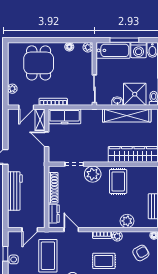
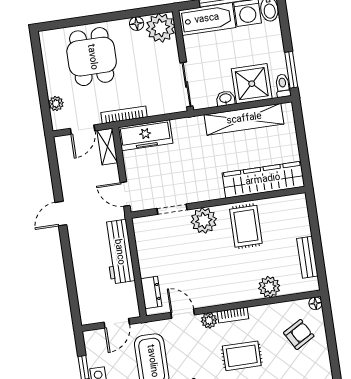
plant: (88, 47) -> (161, 28), width x1.87, depth x1.87
door: (47, 139) -> (125, 194), moved
shoe rack: (53, 188) -> (144, 251), removed
workbench: (15, 191) -> (119, 252), moved, turned 180
plant: (117, 236) -> (209, 320), moved

